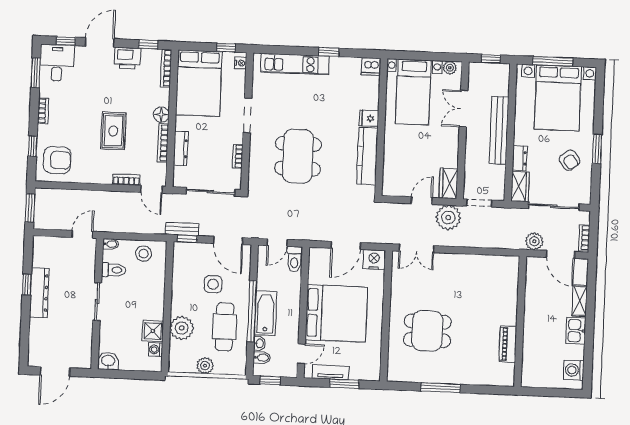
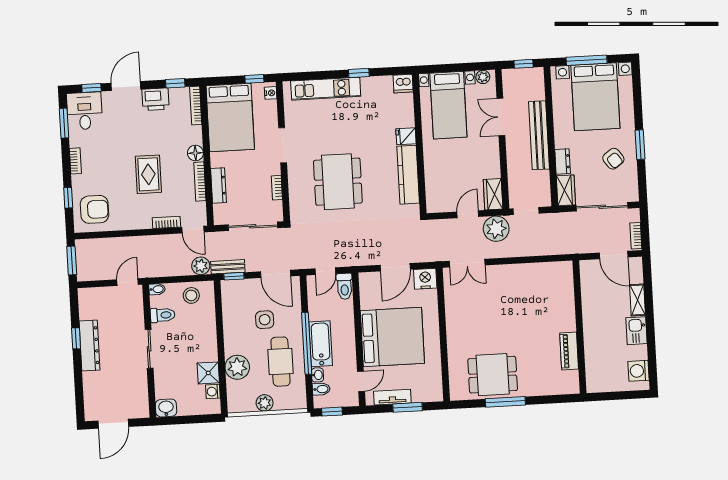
plant: (534, 241) -> (201, 266), moved
dining table: (427, 331) -> (493, 375), moved

